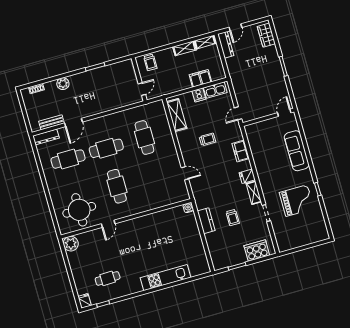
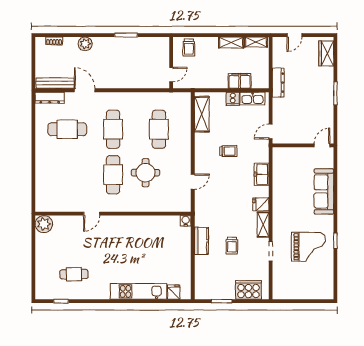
dresser: (226, 45) -> (278, 83), moved
bench: (51, 122) -> (55, 83), width x1.36
door: (73, 122) -> (85, 90), swing flipped
cafe table: (106, 148) -> (113, 129), turned 90
door: (185, 173) -> (193, 182), hinge flipped
round table: (79, 210) -> (146, 173), moved, width x0.73, depth x0.73
fridge: (85, 301) -> (174, 292), moved

